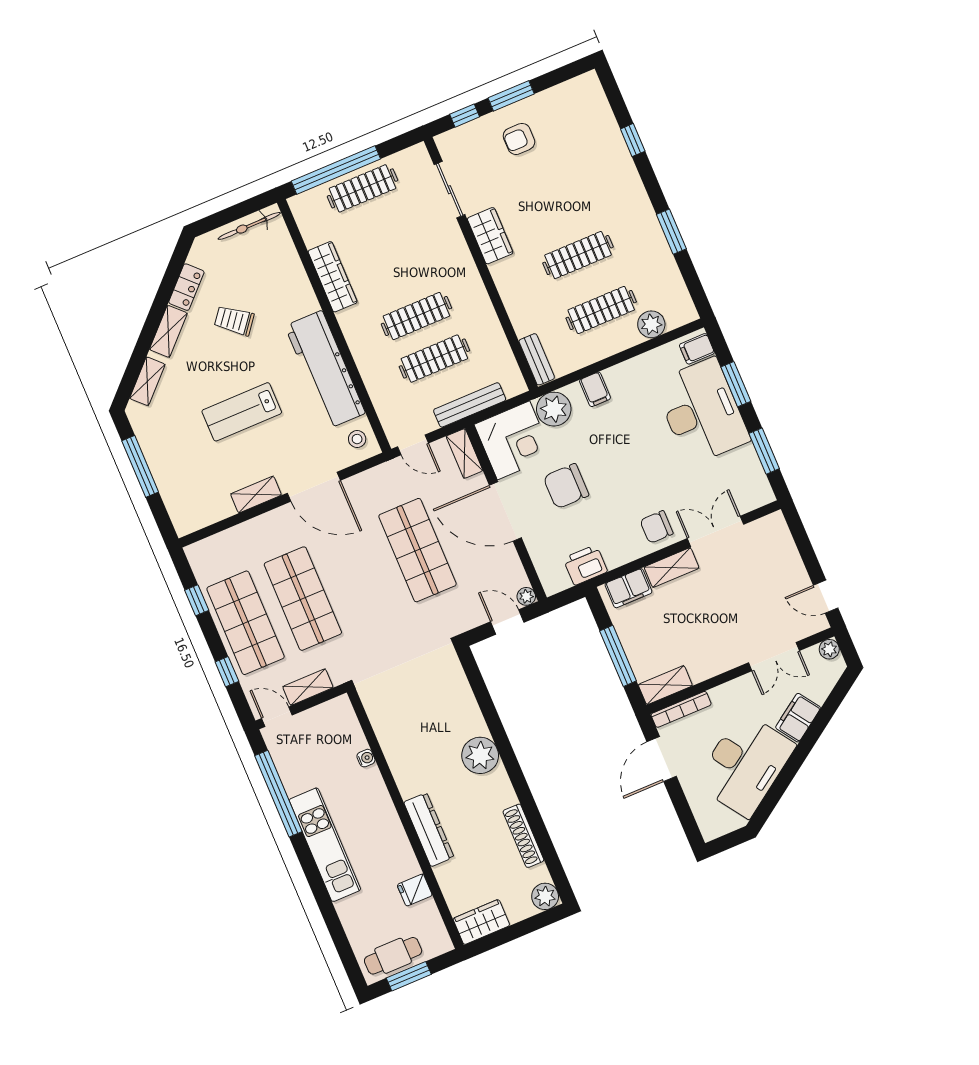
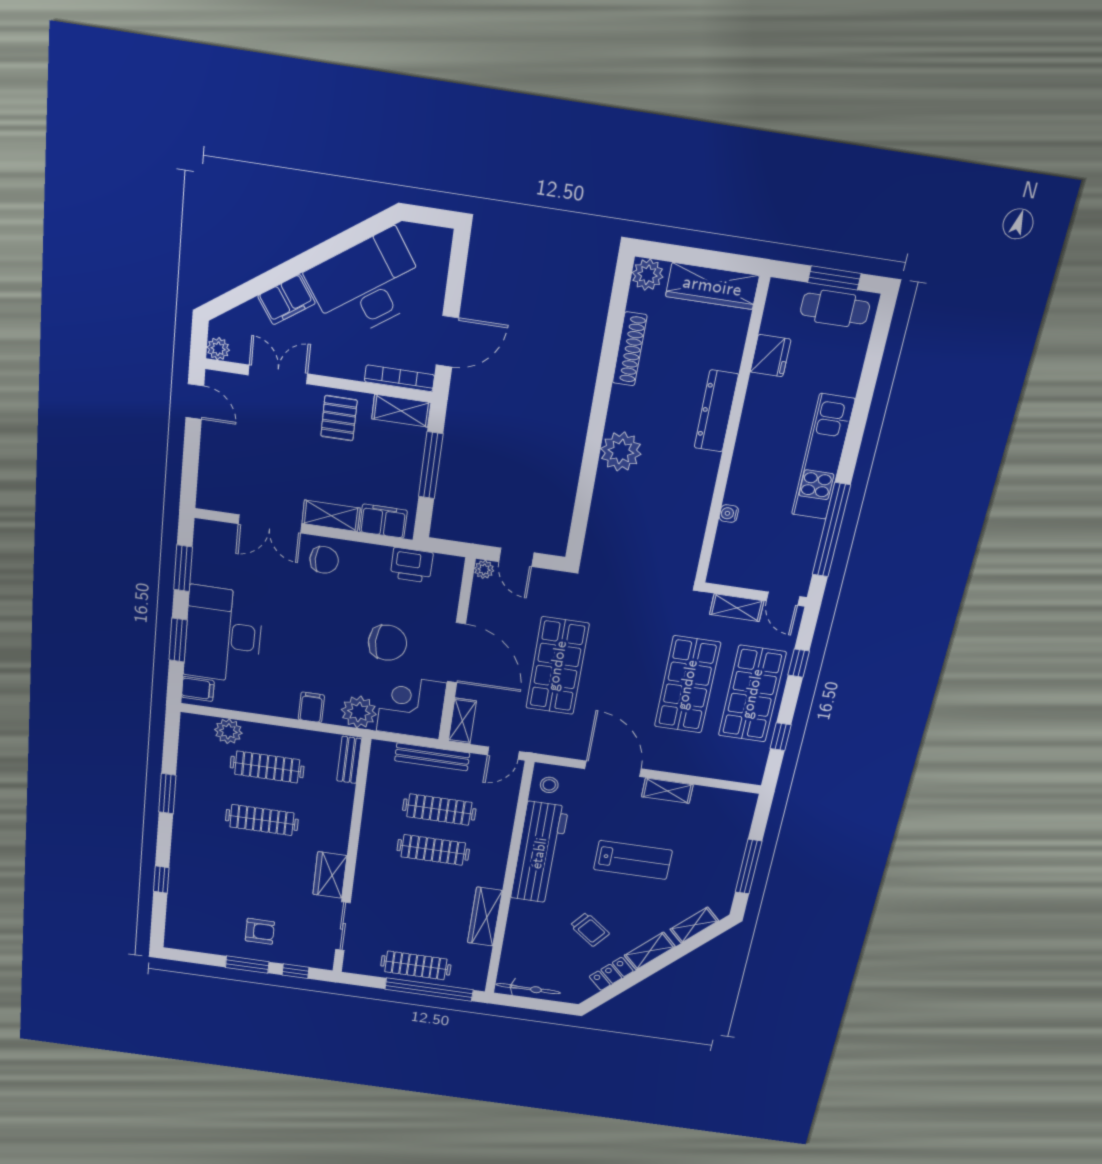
door: (413, 445) -> (503, 753), swing flipped
pallet: (709, 650) -> (339, 418), added
fridge: (415, 890) -> (771, 356), width x1.38
wardrobe: (481, 922) -> (712, 286), width x1.50

